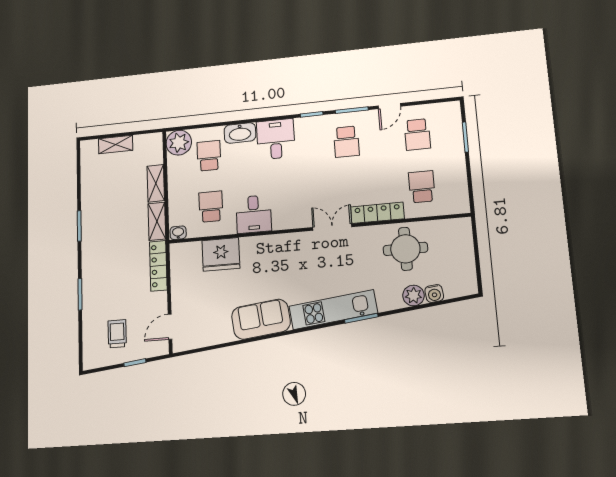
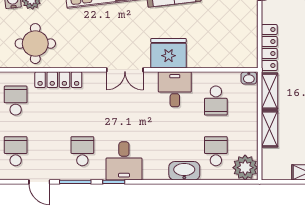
door: (389, 106) -> (39, 182), swing flipped
desk: (276, 139) -> (124, 161), moved
school desk: (209, 156) -> (216, 151), turned 180
school desk: (422, 187) -> (16, 101), turned 180
double door: (332, 227) -> (125, 70), moved
fridge: (221, 254) -> (169, 53), moved

